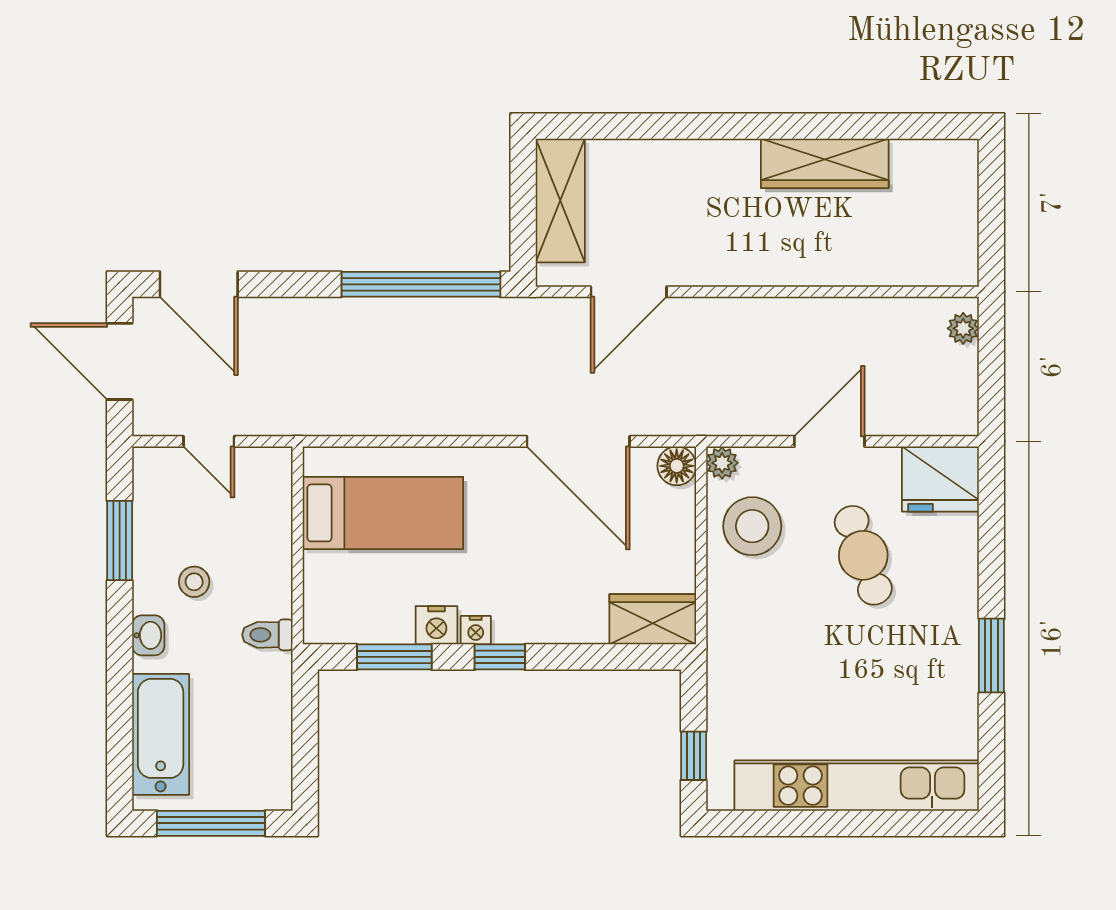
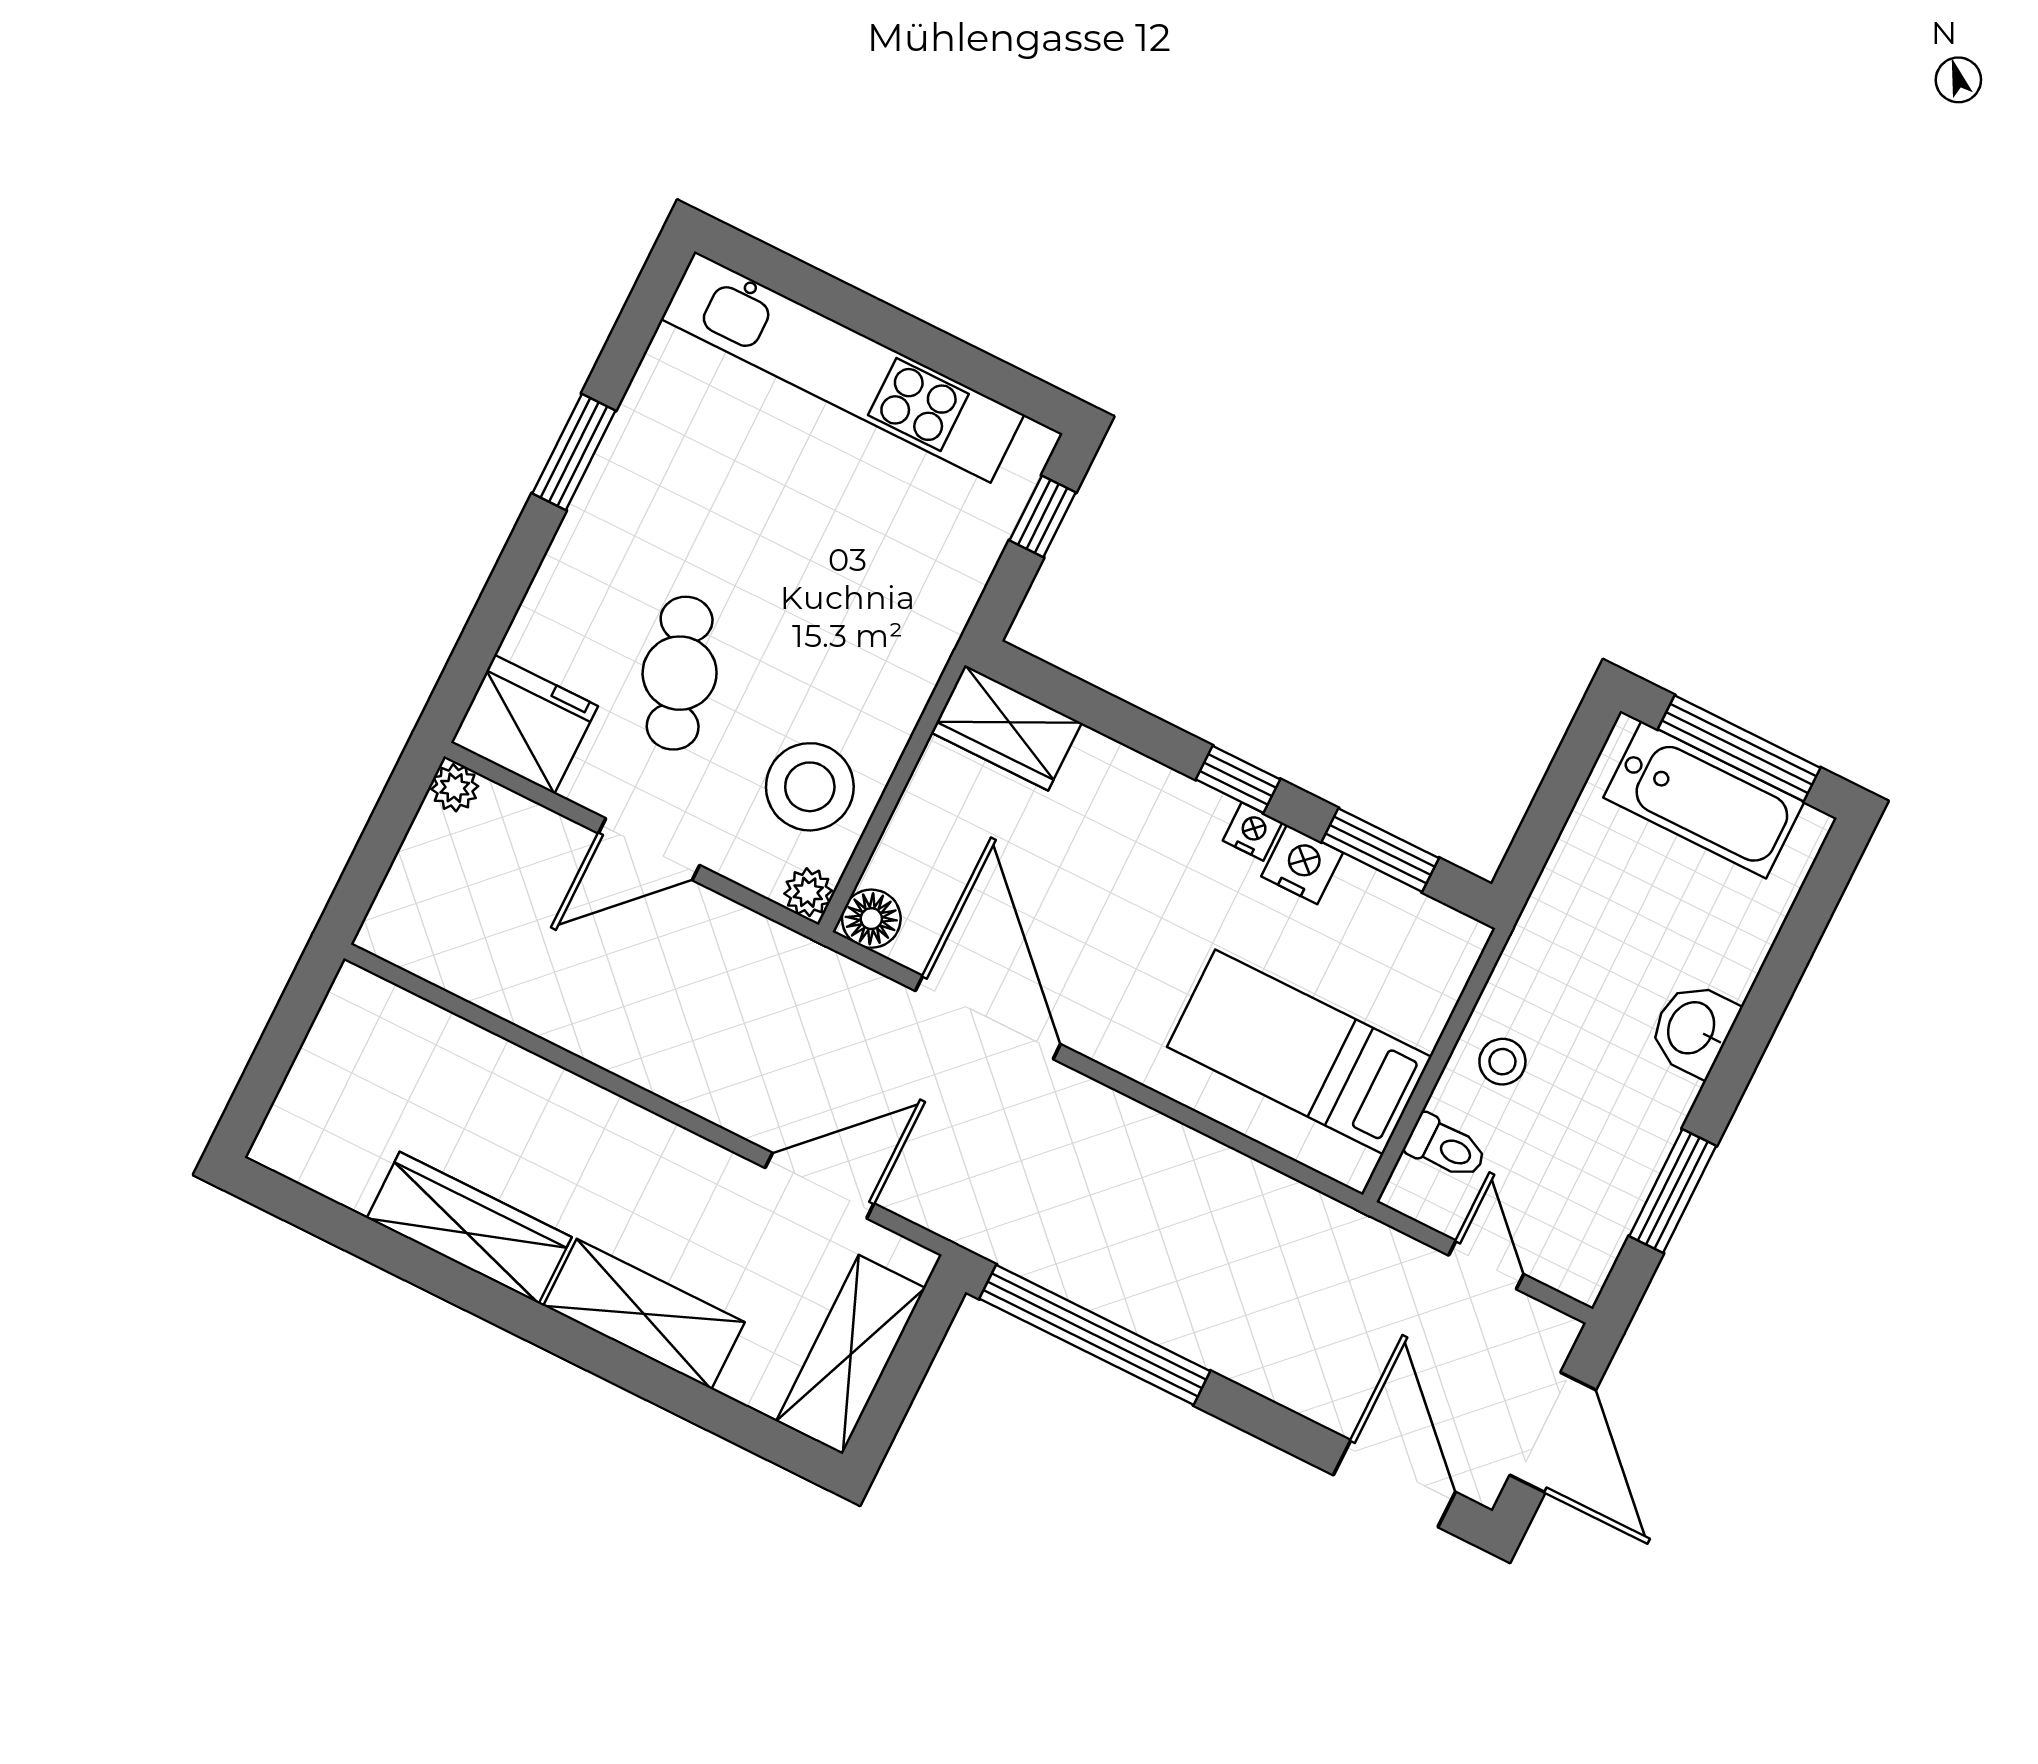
shelving: (695, 164) -> (644, 1314), added
plant: (963, 328) -> (455, 788), moved
stool: (194, 582) -> (1502, 1062), moved
washbasin: (148, 635) -> (1693, 1029), width x1.38, depth x1.45
toilet: (267, 635) -> (1446, 1147), moved
bathtub: (161, 734) -> (1704, 800), moved, turned -90

